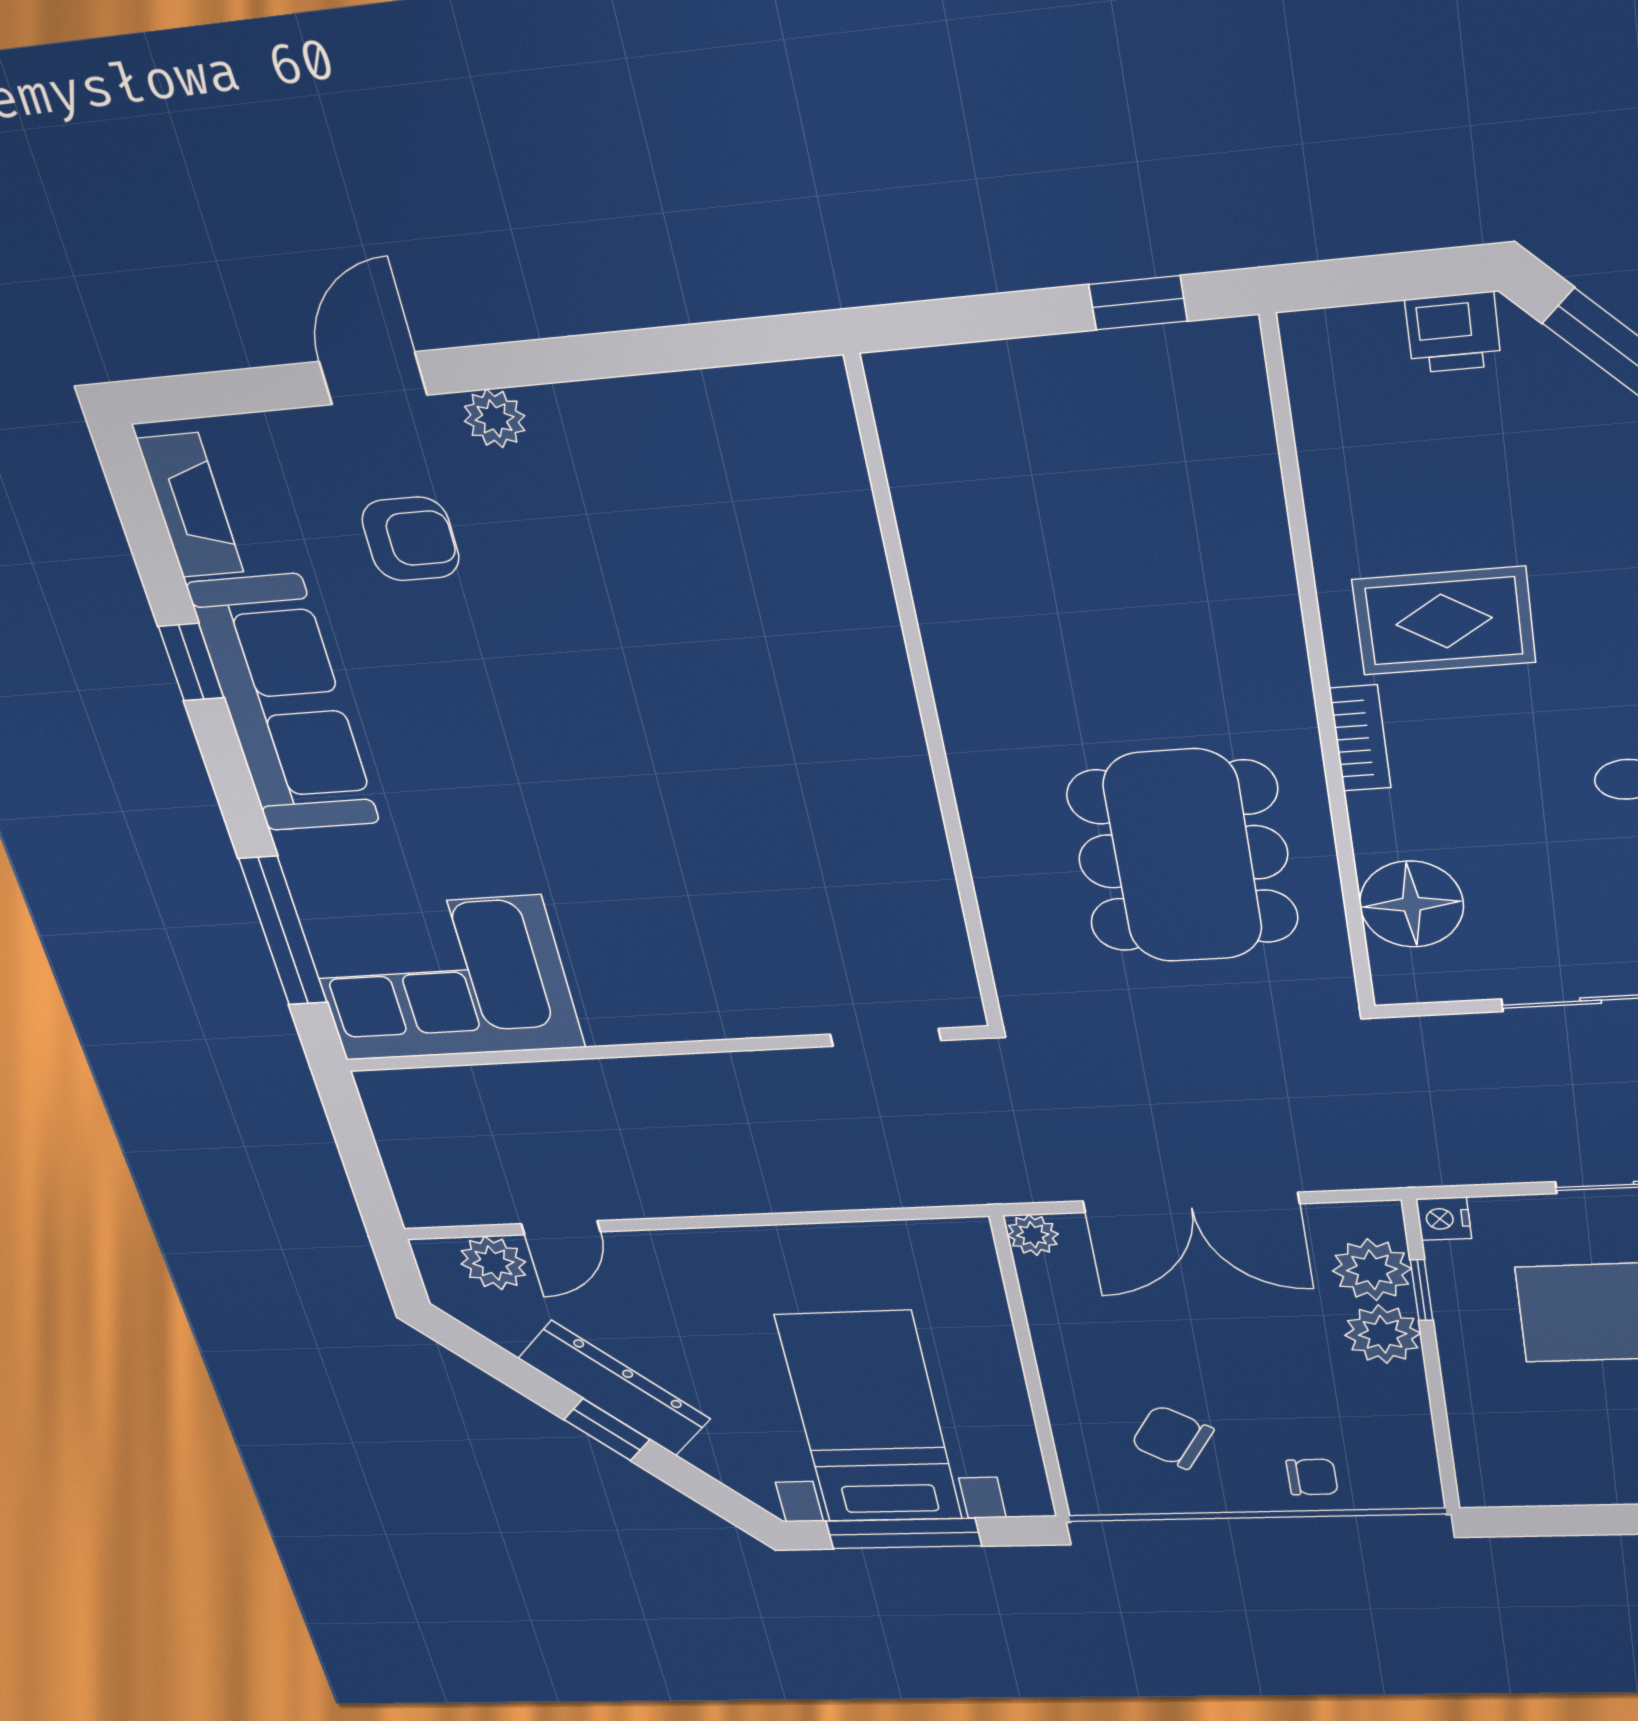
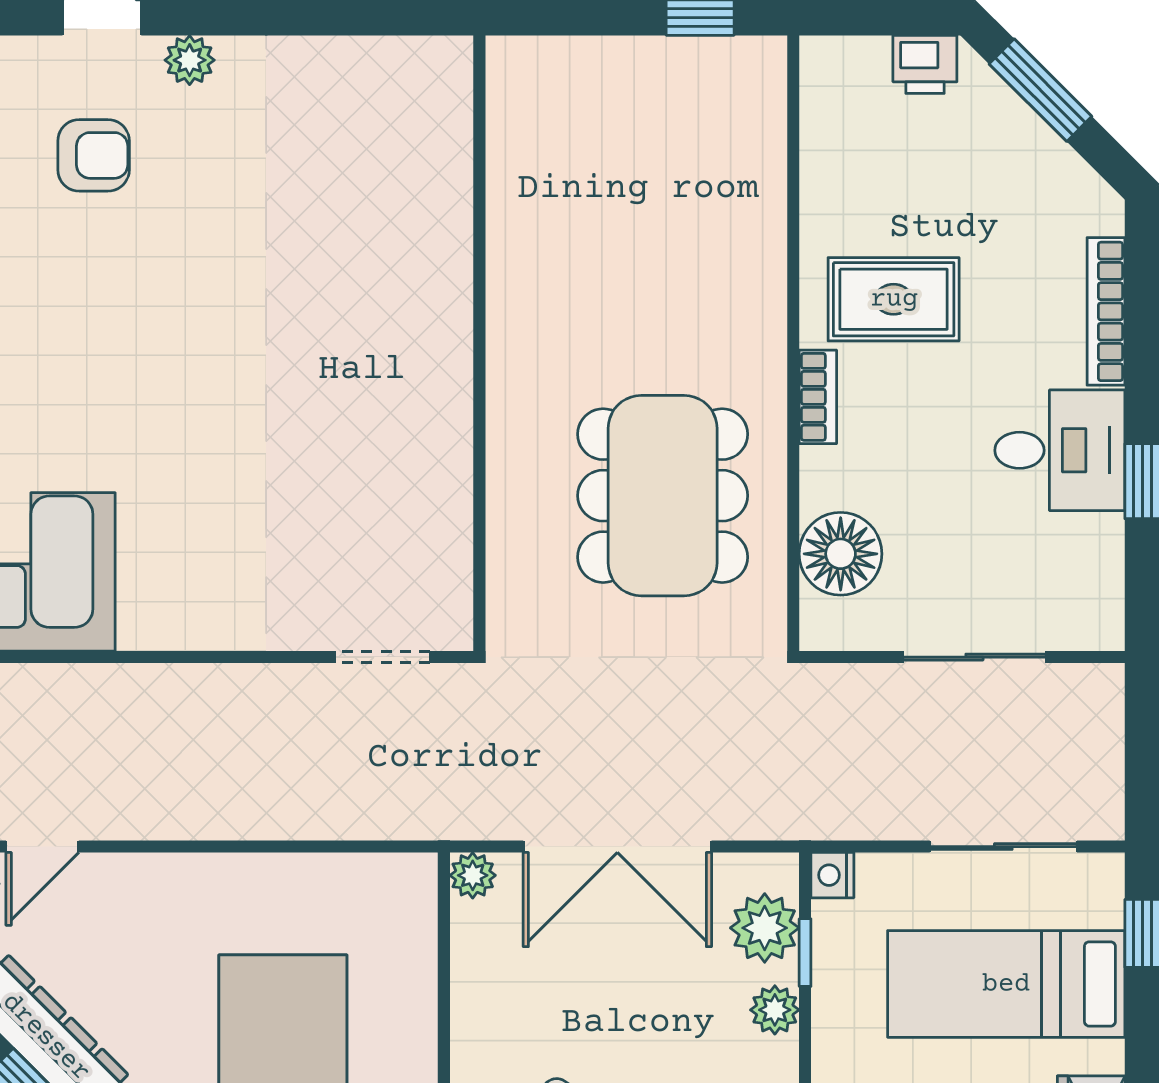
plant: (1383, 1334) -> (775, 1010), width x0.73, depth x0.73

